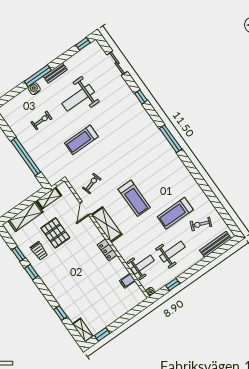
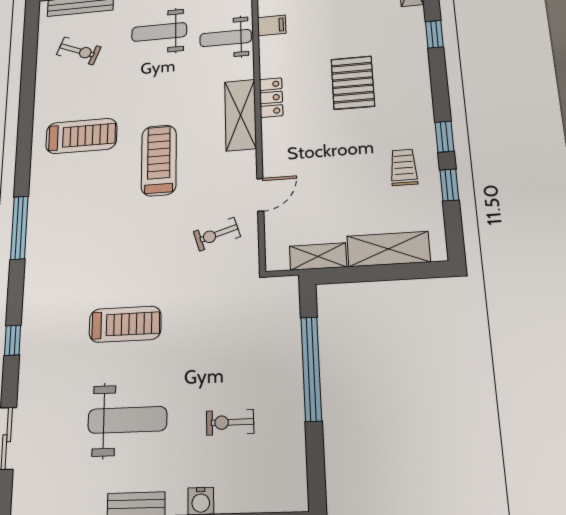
treadmill: (81, 140) -> (125, 324), moved
treadmill: (175, 213) -> (81, 136), moved
shelving: (107, 225) -> (240, 115), moved
pallet: (55, 233) -> (353, 83), moved

